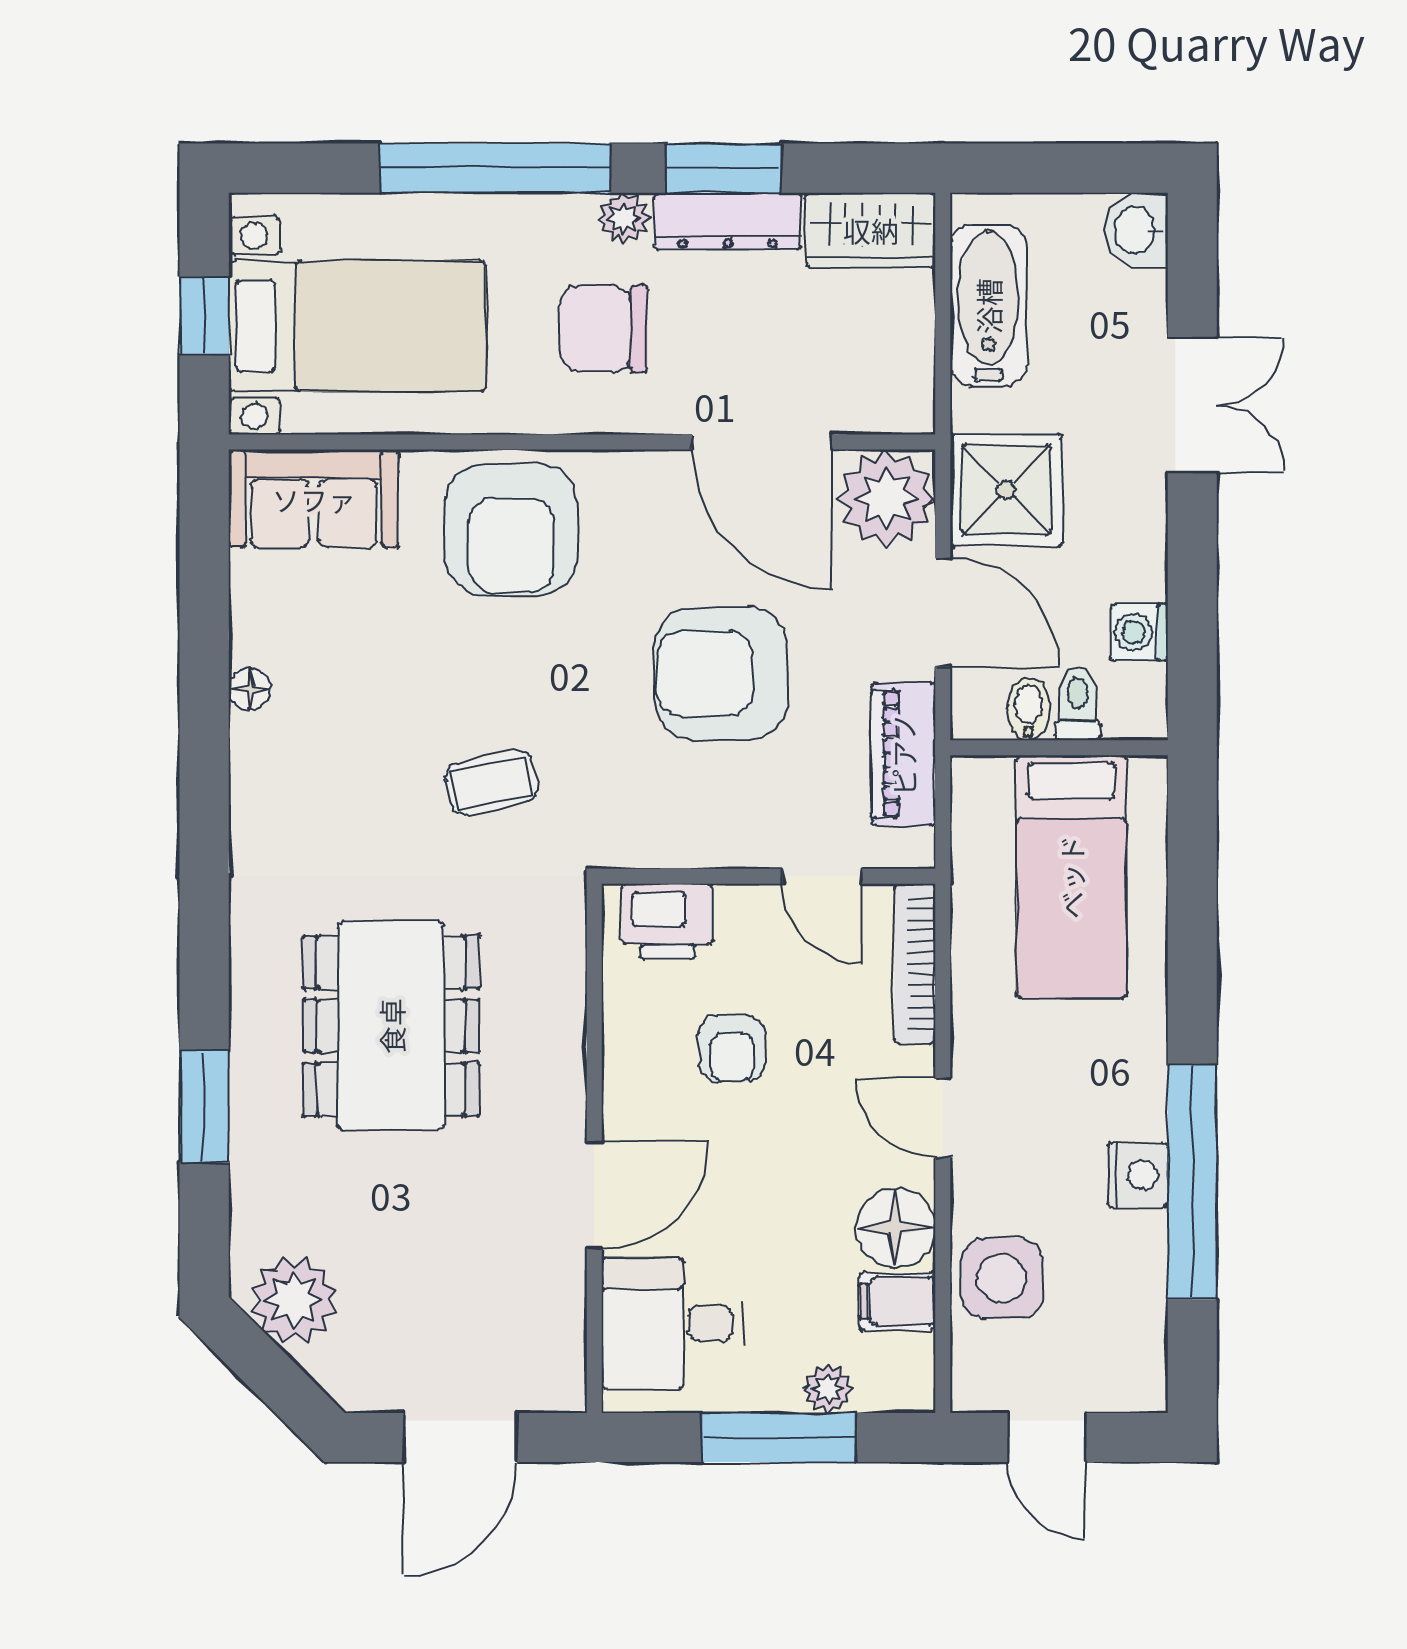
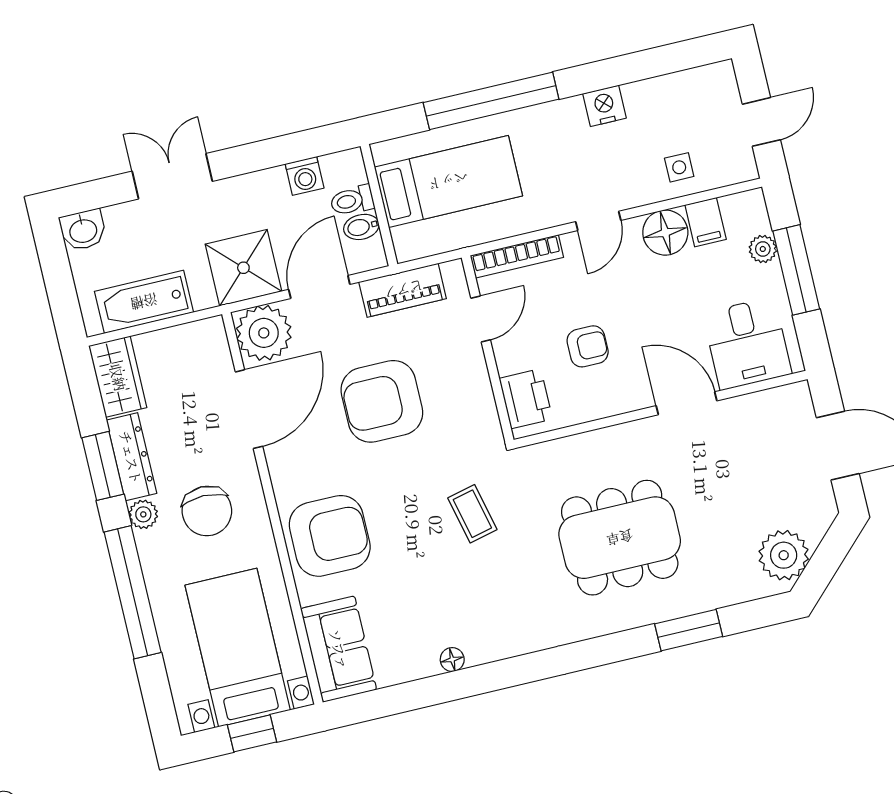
armchair: (721, 673) -> (382, 401), turned 90
window: (1192, 1182) -> (491, 101), moved
side table: (1002, 1278) -> (679, 167), width x0.54, depth x0.54

